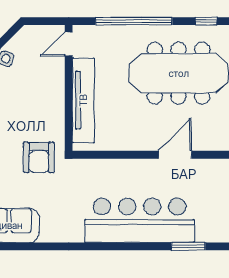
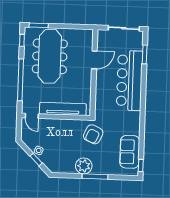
door: (175, 155) -> (94, 60), swing flipped
armchair: (39, 157) -> (93, 134), turned 114

